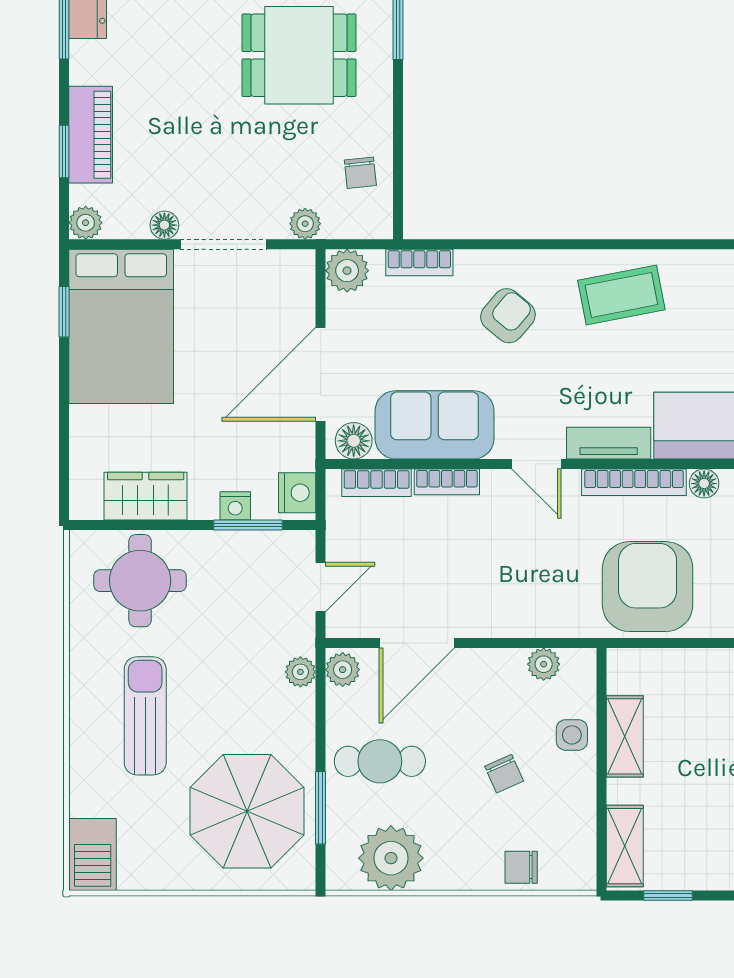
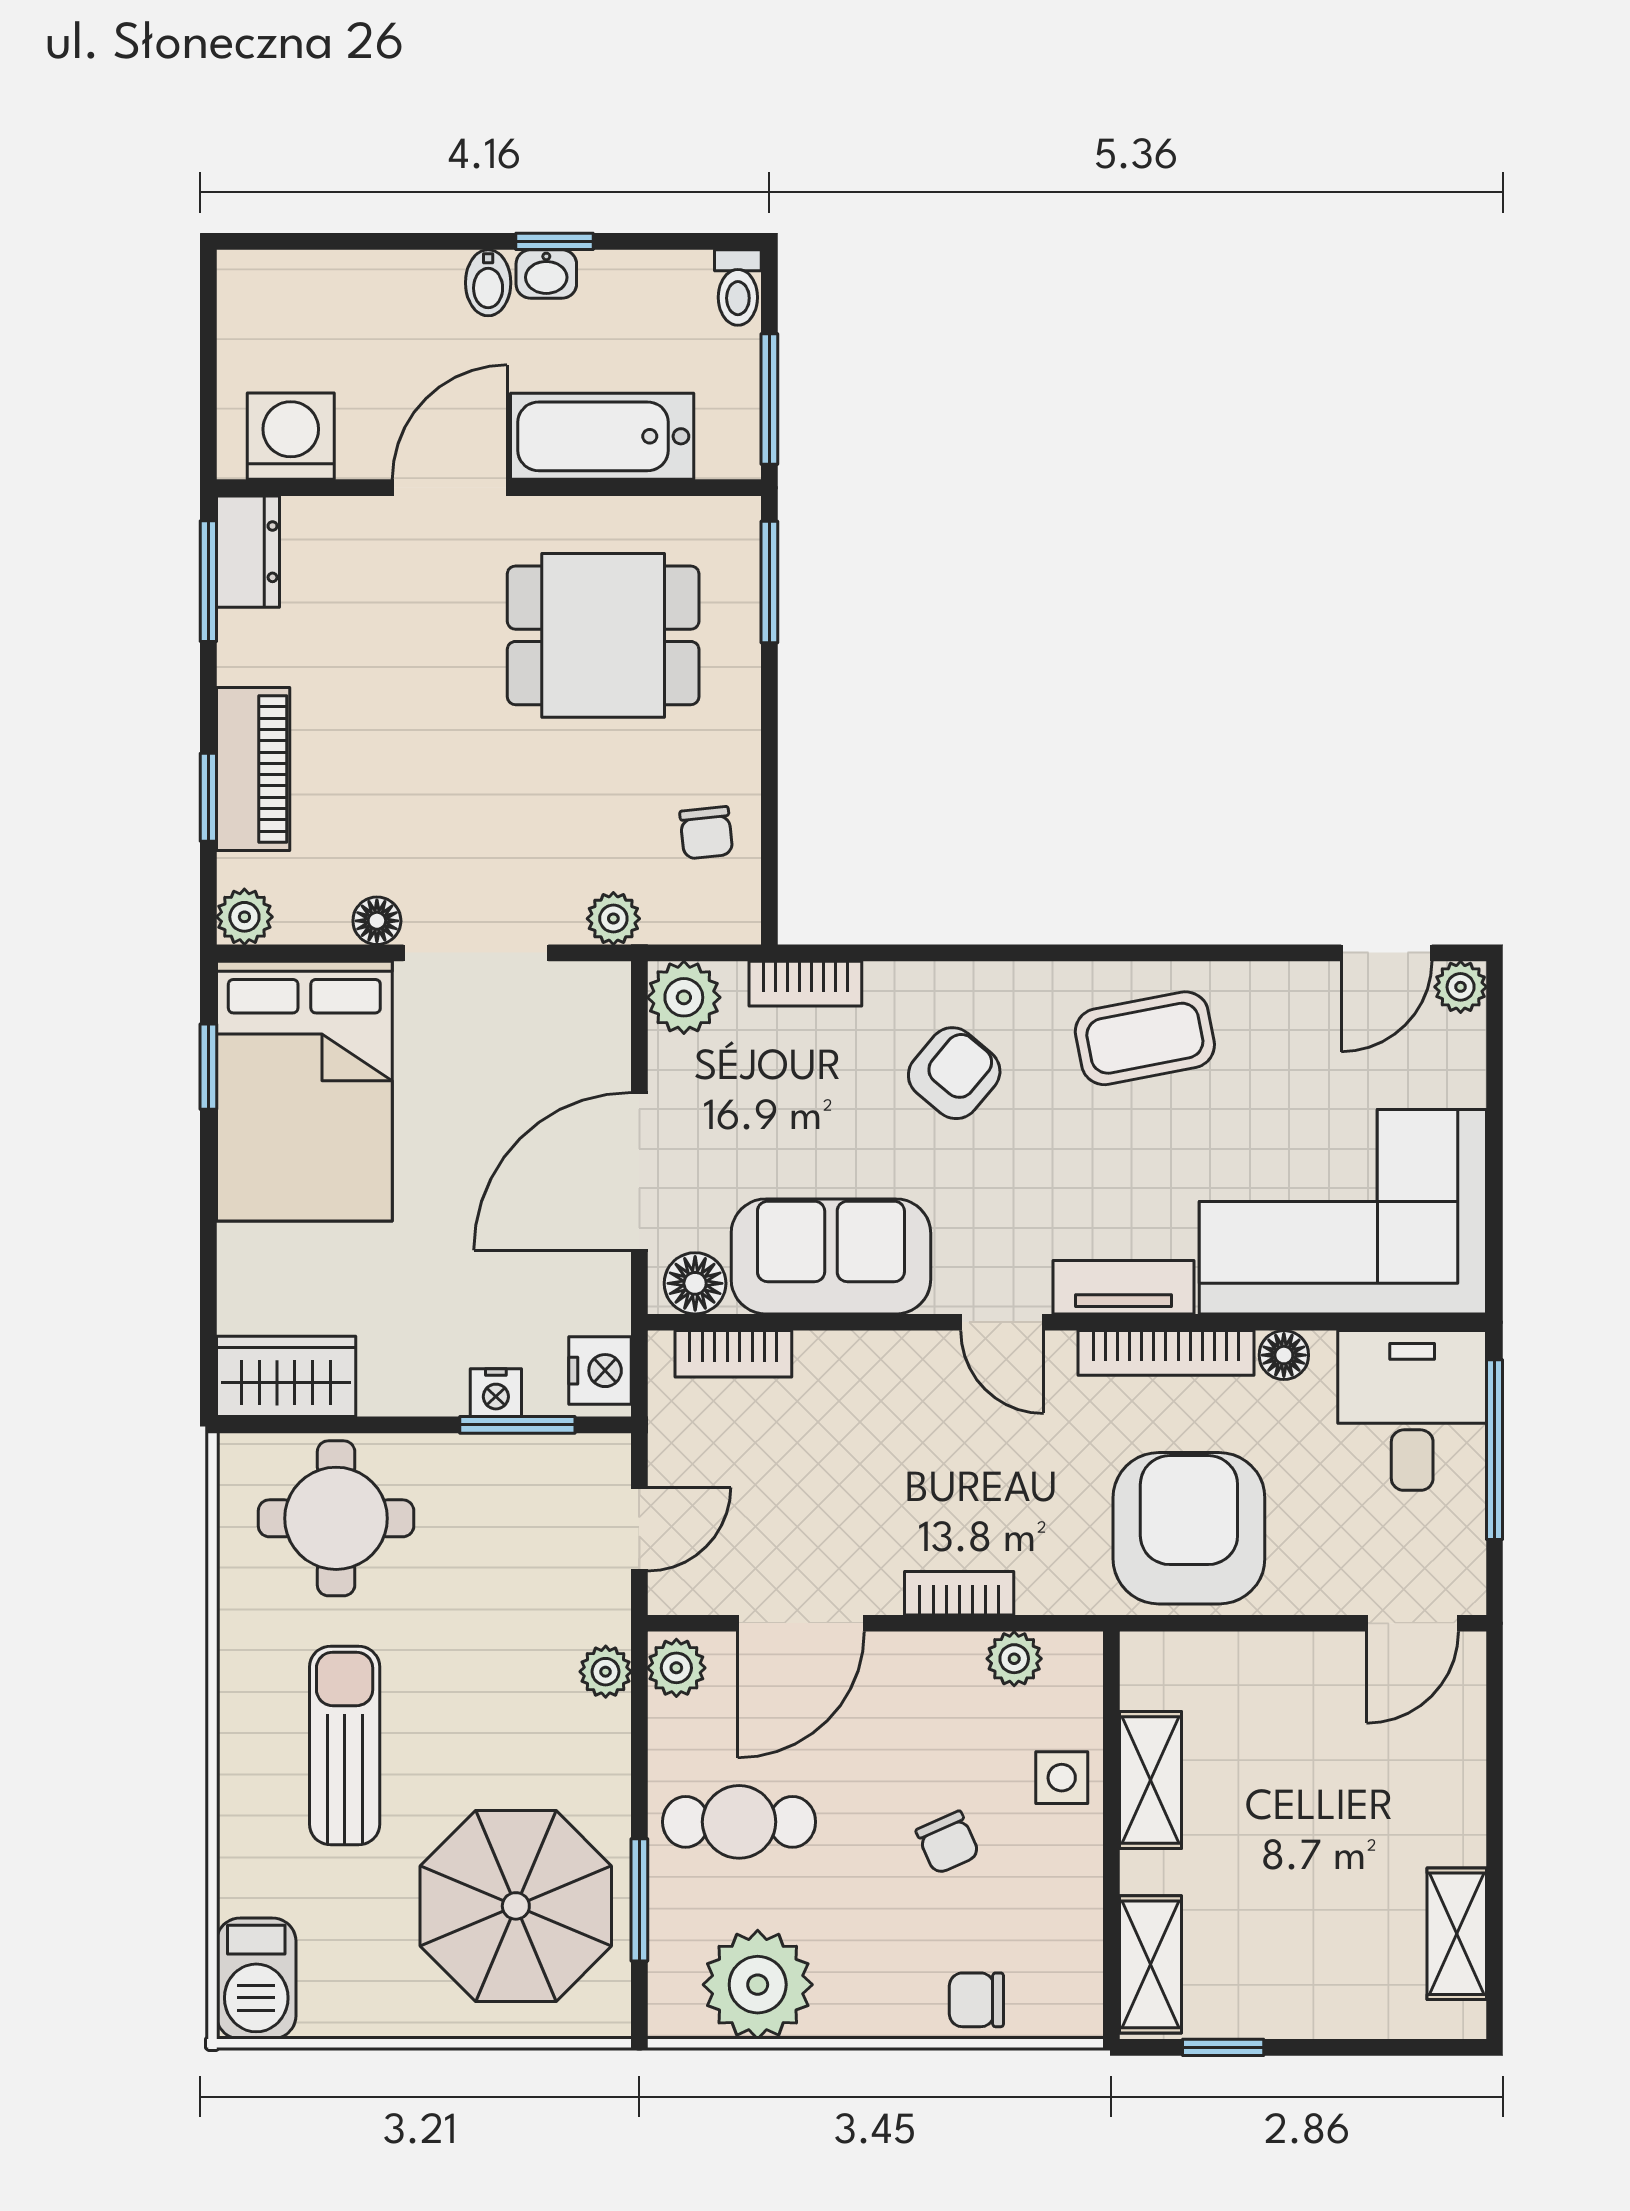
bookcase: (447, 482) -> (959, 1593), moved, turned 180
wardrobe: (146, 496) -> (286, 1376), moved

